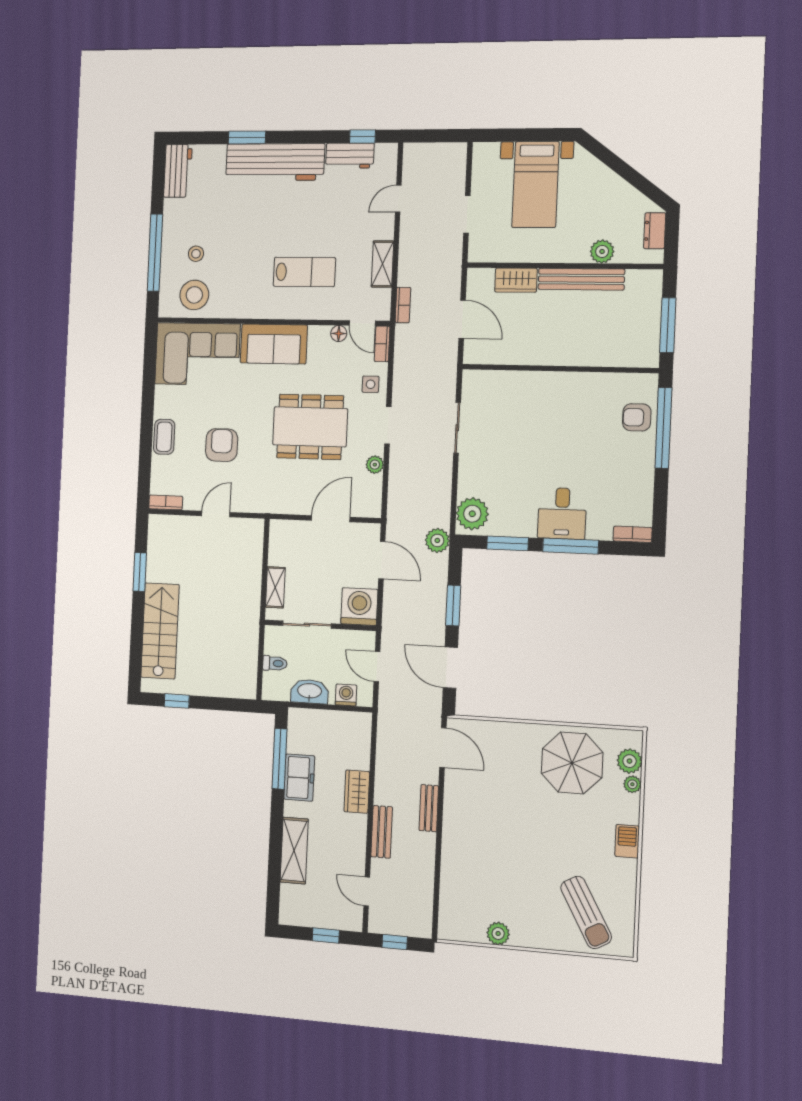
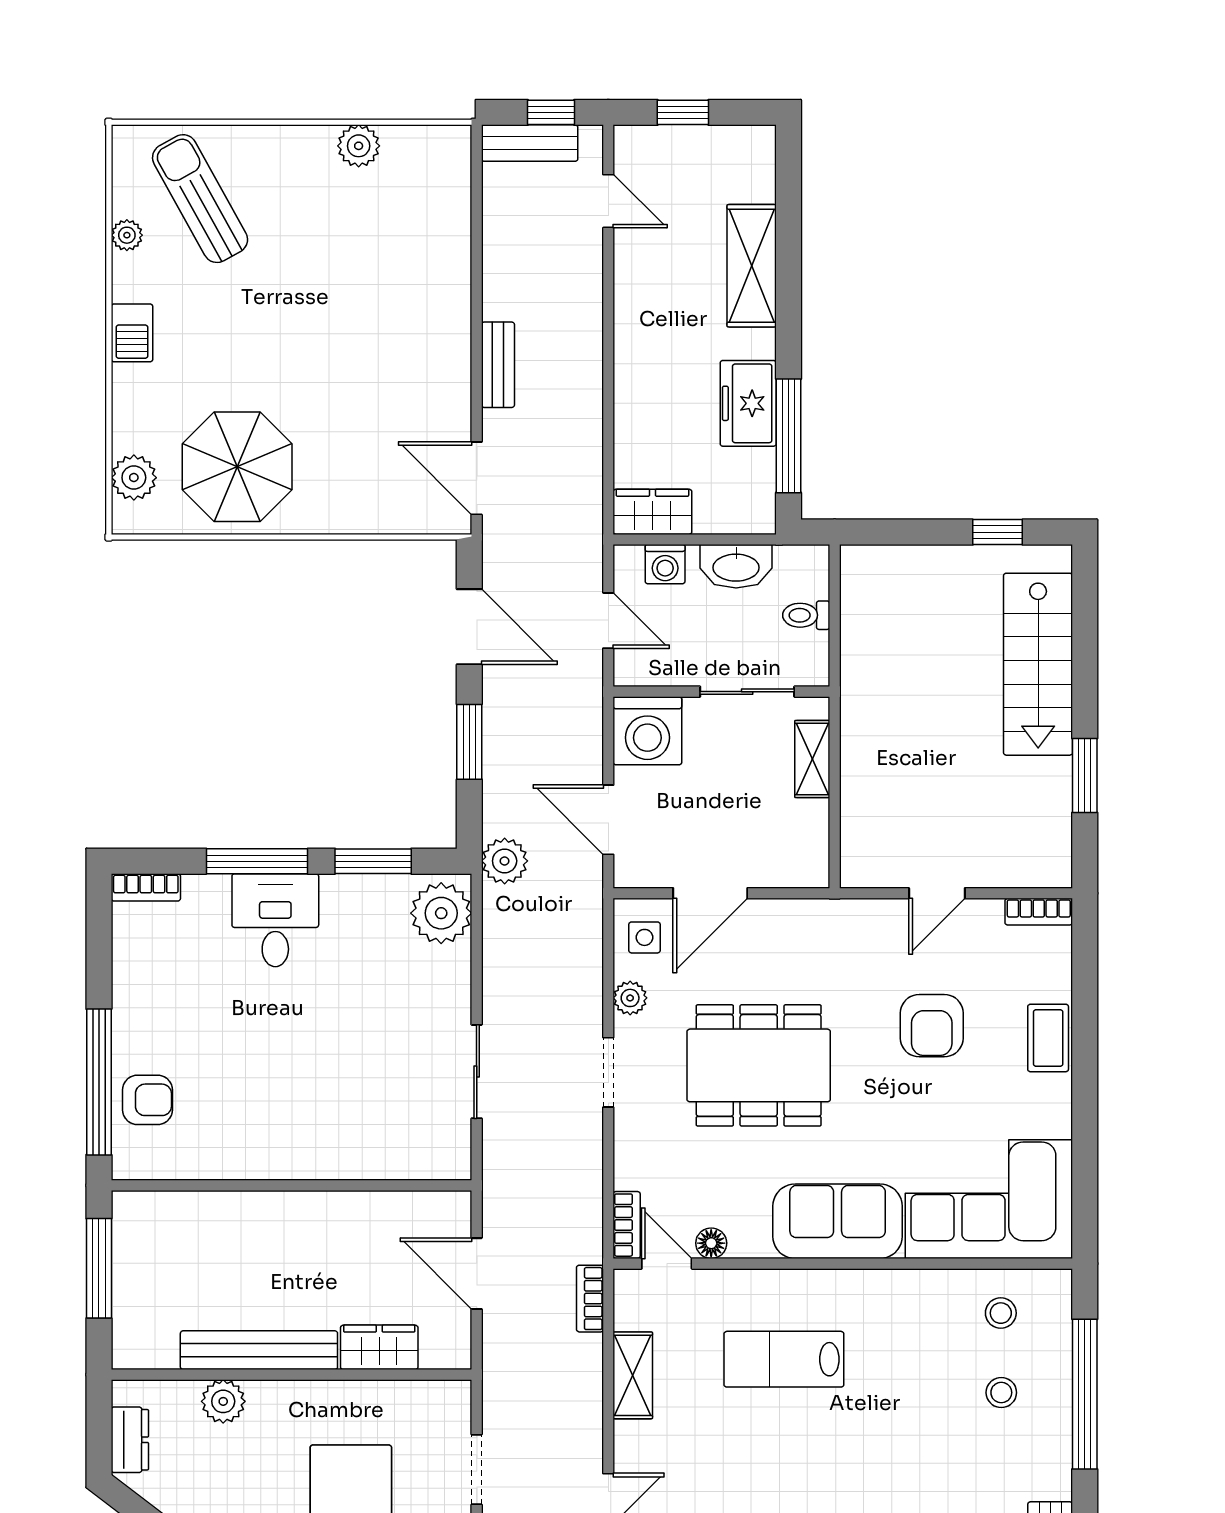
stool: (194, 295) -> (1001, 1313), width x0.53, depth x0.53
side table: (371, 384) -> (644, 937), moved
plant: (632, 784) -> (127, 235), moved
wardrobe: (357, 792) -> (652, 512), moved, turned -90
bench: (382, 832) -> (530, 143), moved, turned 90

